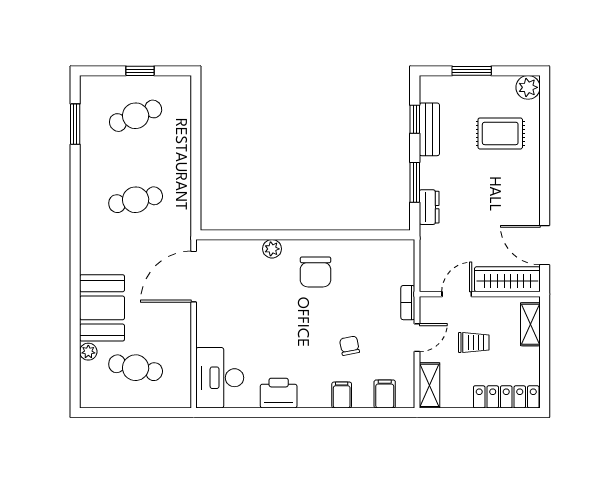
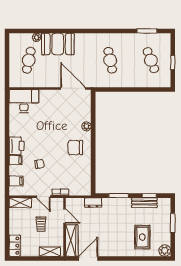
dresser: (429, 207) -> (93, 203), moved
printer: (279, 393) -> (17, 146), moved
locker: (506, 397) -> (15, 246), width x0.66

